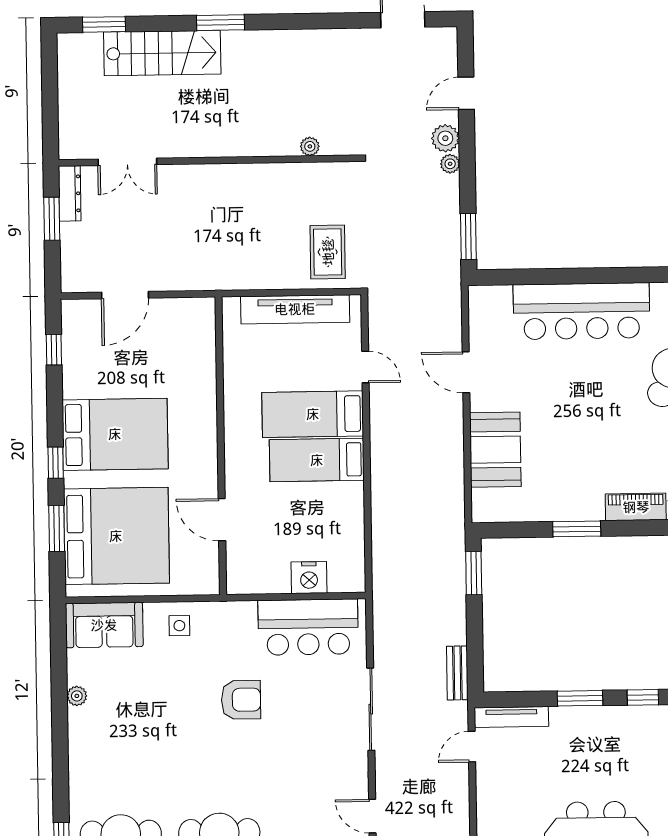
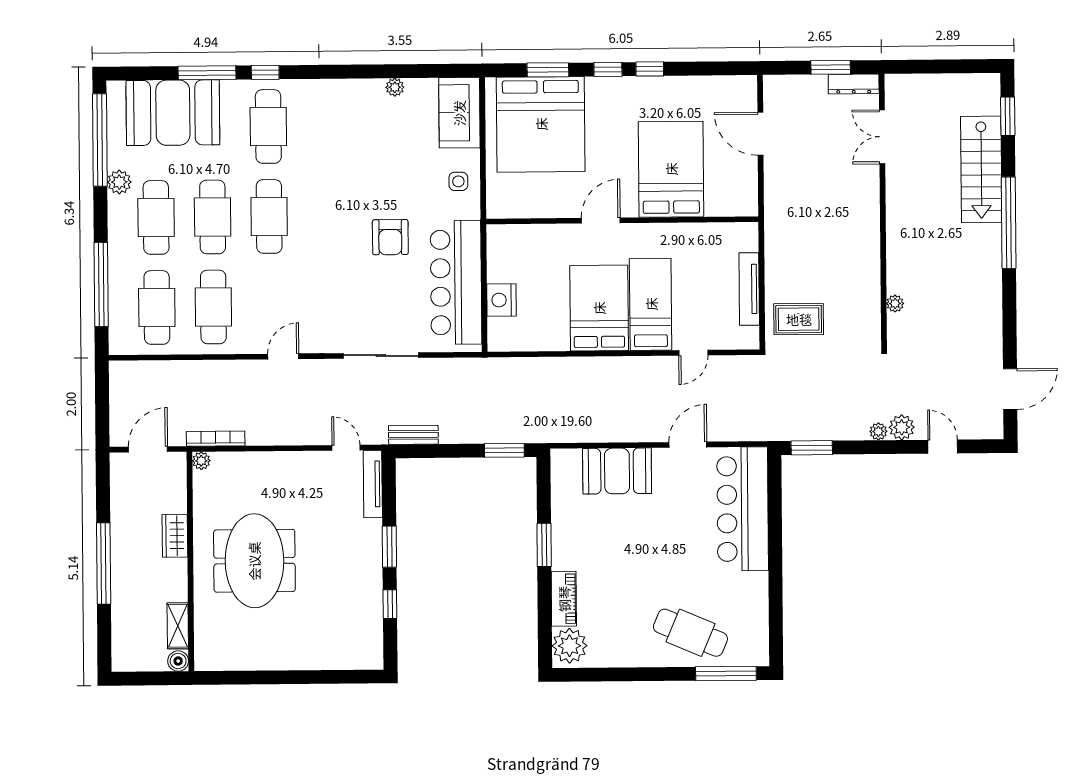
window: (220, 23) -> (1009, 223), width x2.11
tv unit: (295, 309) -> (749, 289), width x0.73, depth x0.78
bar counter: (581, 311) -> (743, 509), moved
window: (54, 350) -> (650, 69), moved
bed: (115, 434) -> (671, 169), moved, turned 180
bed: (317, 460) -> (599, 308), width x1.50
door: (222, 520) -> (601, 220), moved
bar counter: (308, 627) -> (456, 282), width x1.36

